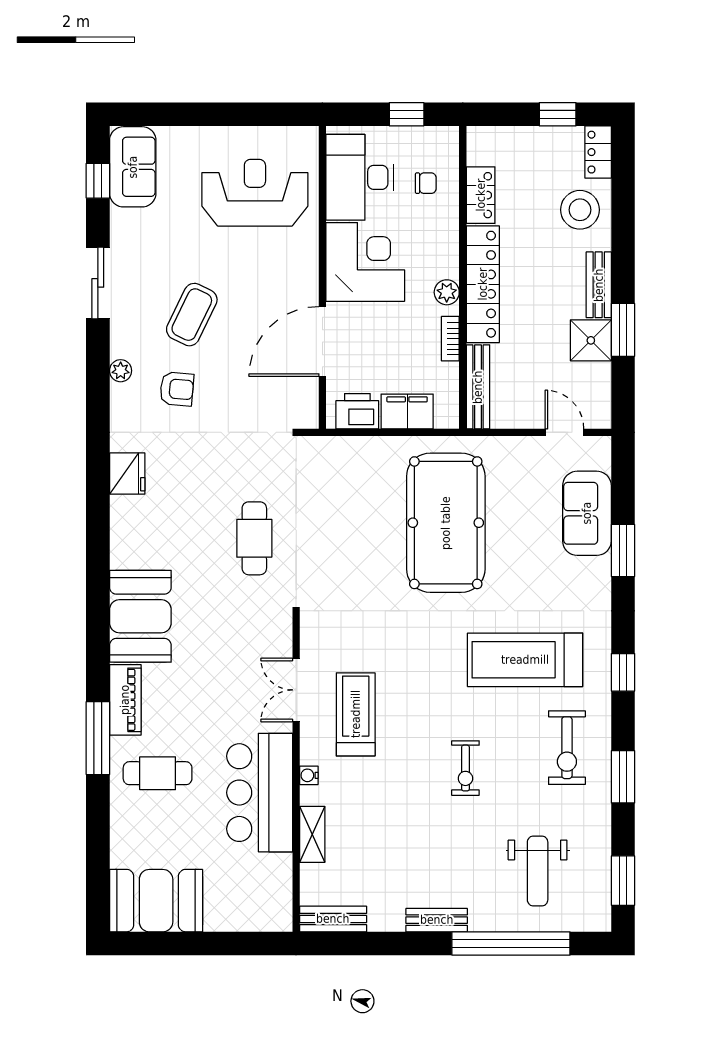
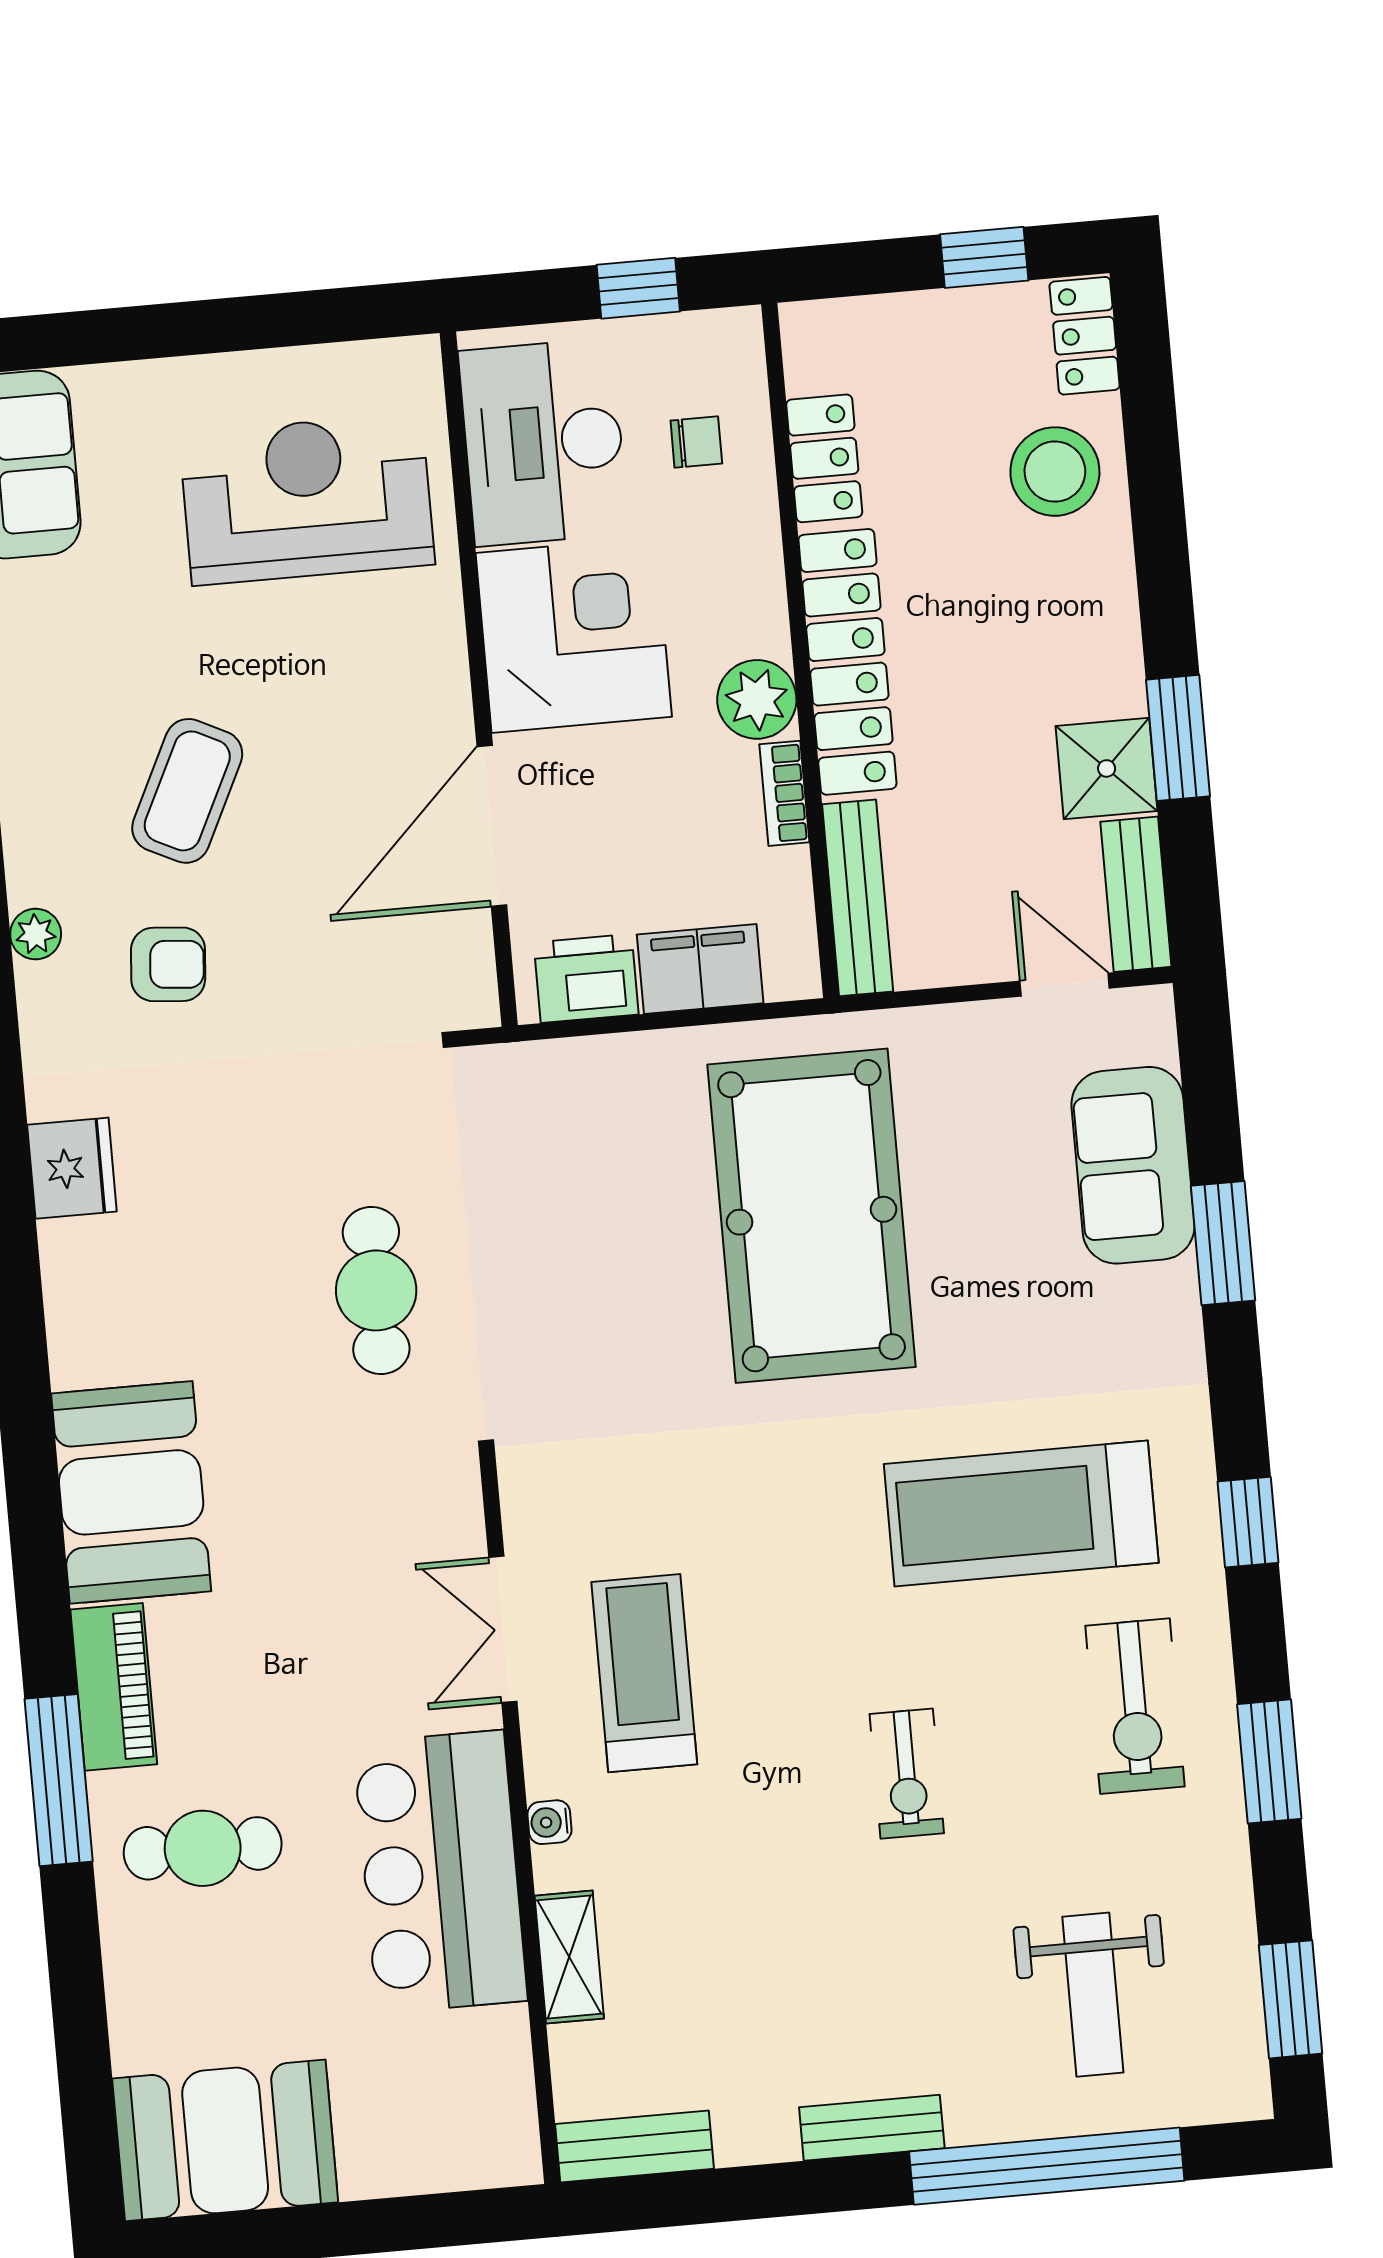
bench: (599, 285) -> (1136, 894), moved
plant: (447, 292) -> (757, 699), width x1.38, depth x1.38

